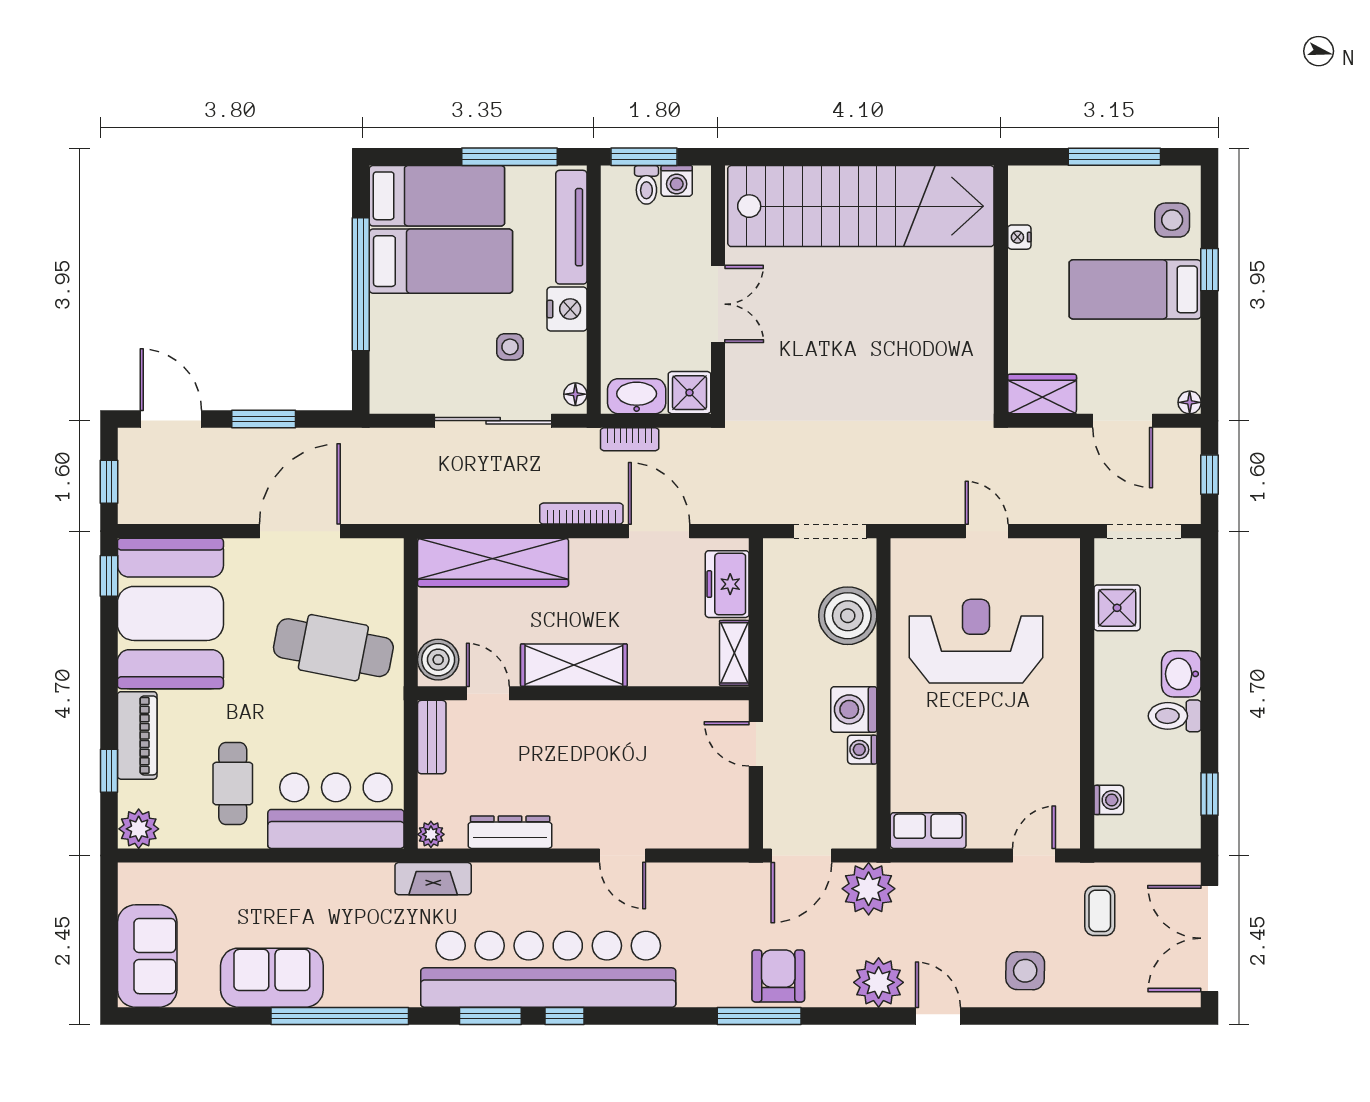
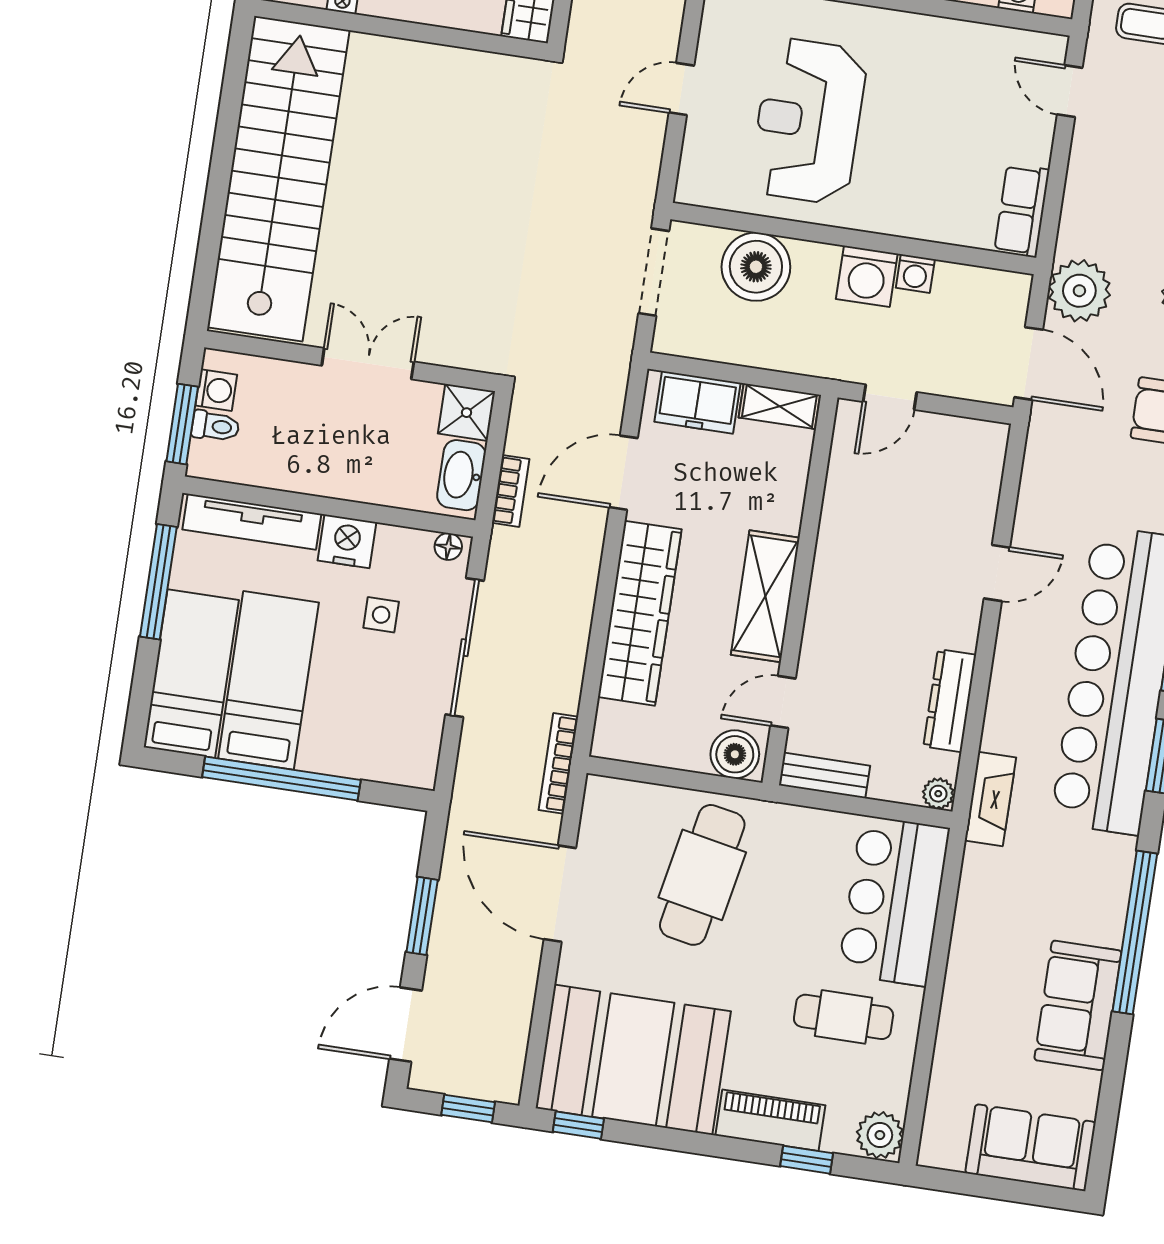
bookcase: (581, 514) -> (558, 763), moved
wardrobe: (493, 562) -> (640, 613), moved

